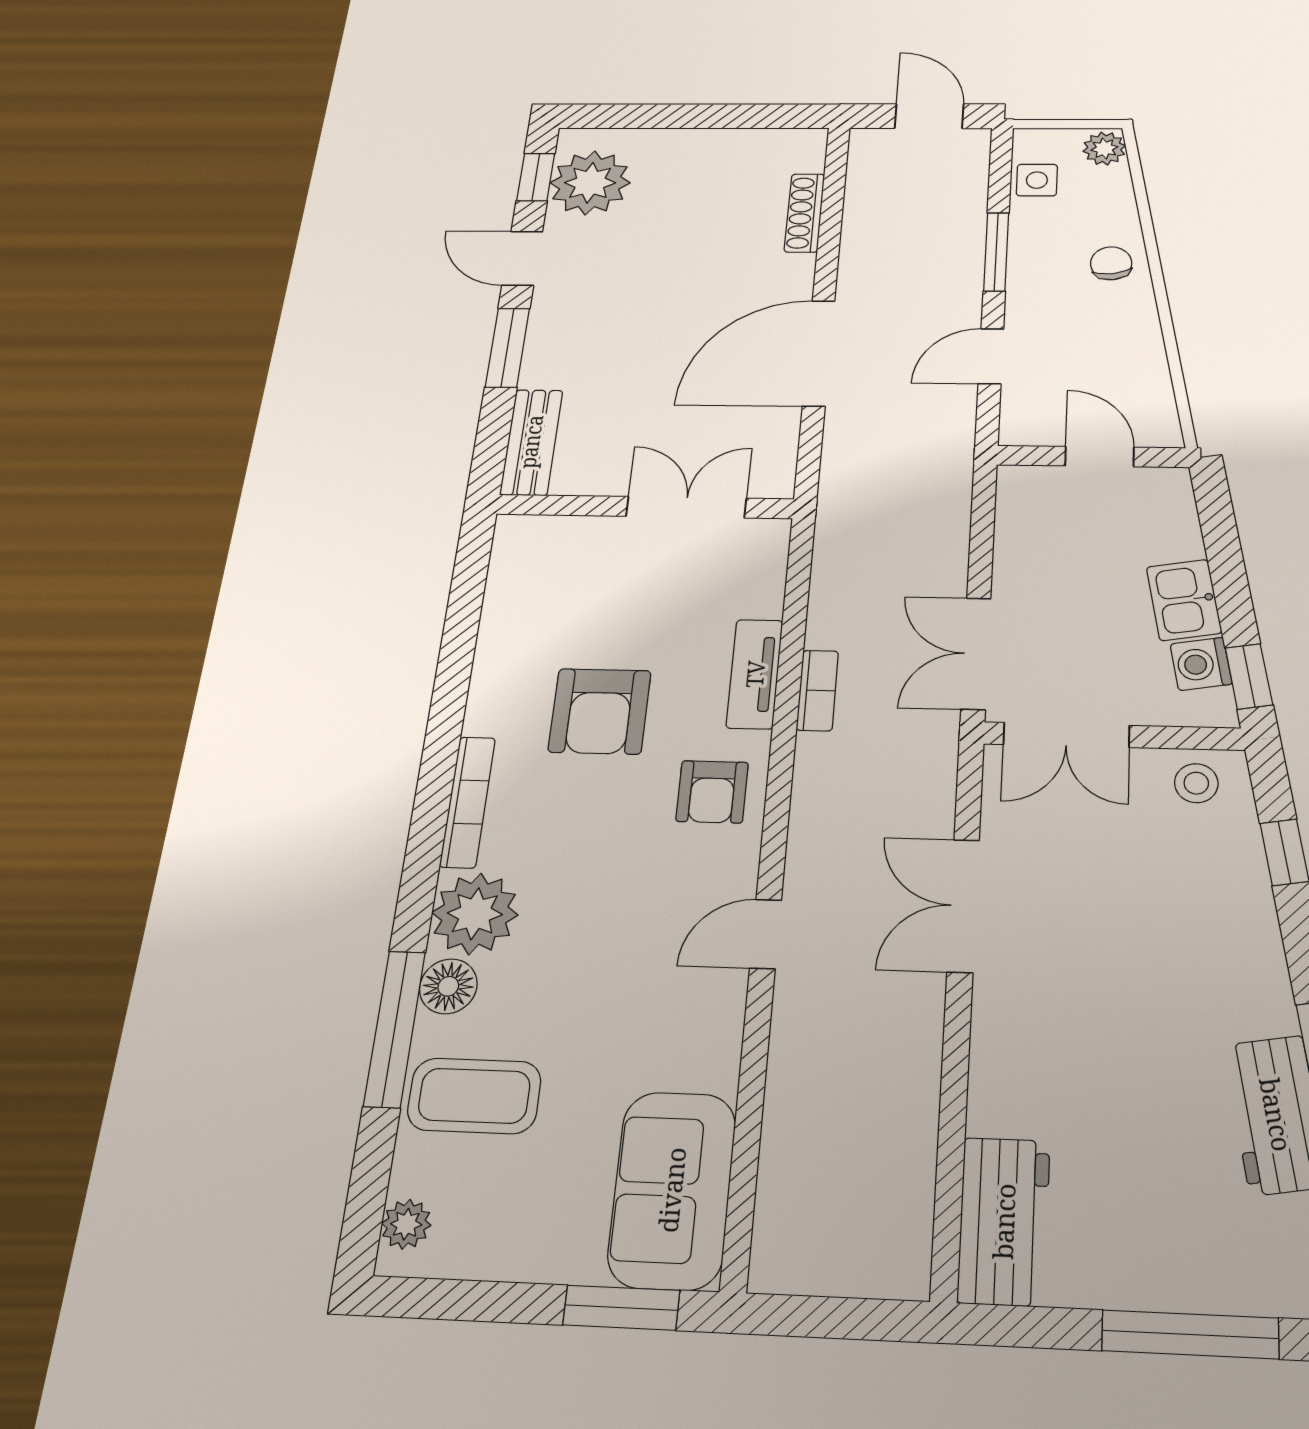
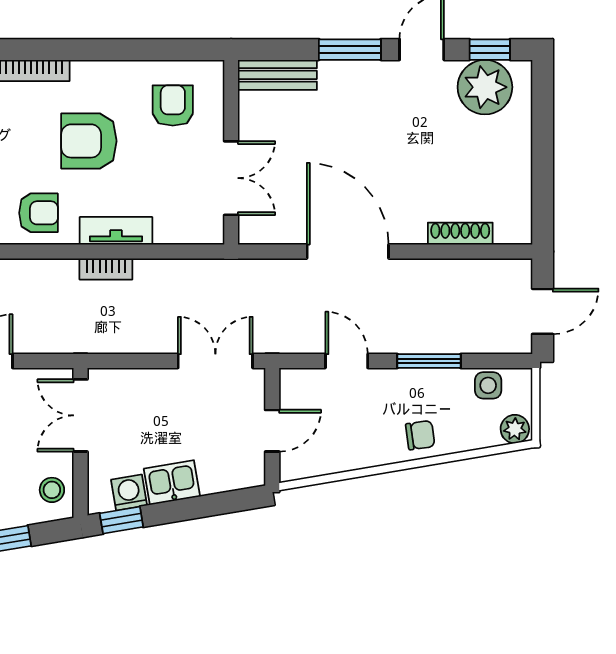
armchair: (558, 587) -> (173, 106), added
double door: (976, 653) -> (215, 361), moved
armchair: (712, 792) -> (38, 213), turned 180

